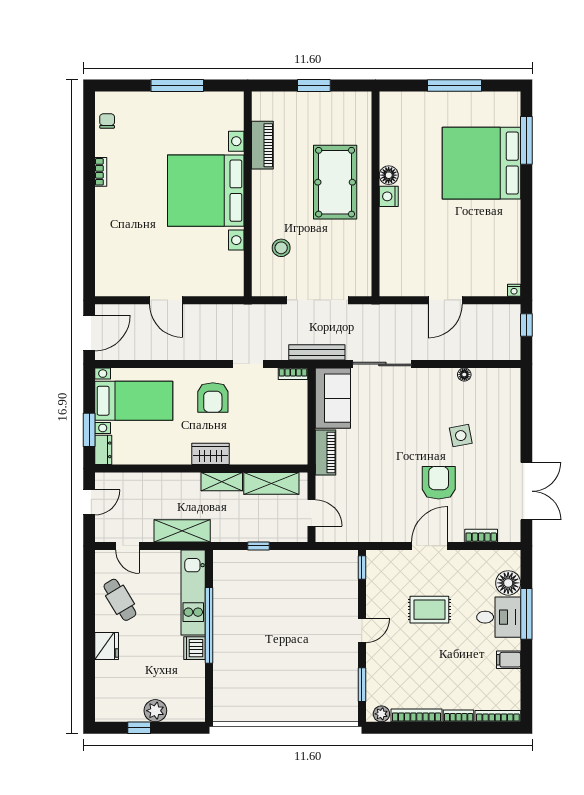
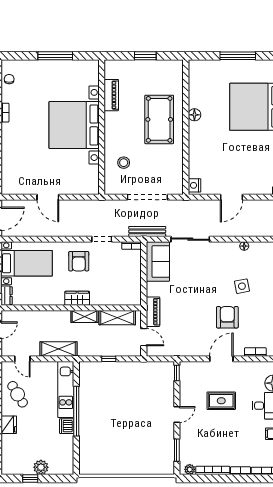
nightstand: (389, 196) -> (195, 185), moved
piano: (326, 452) -> (153, 312), moved

